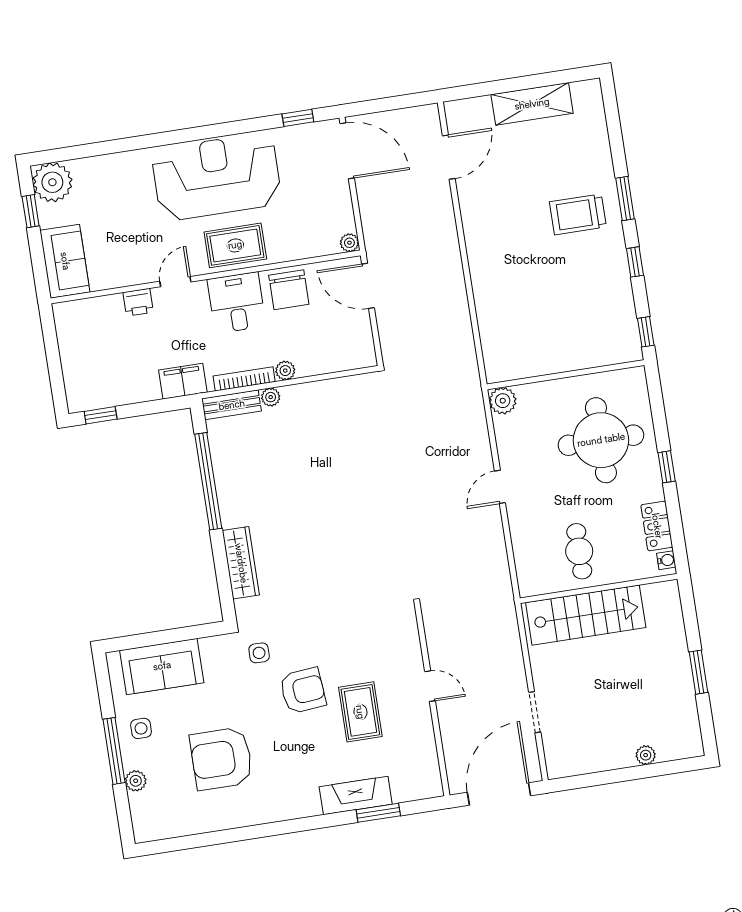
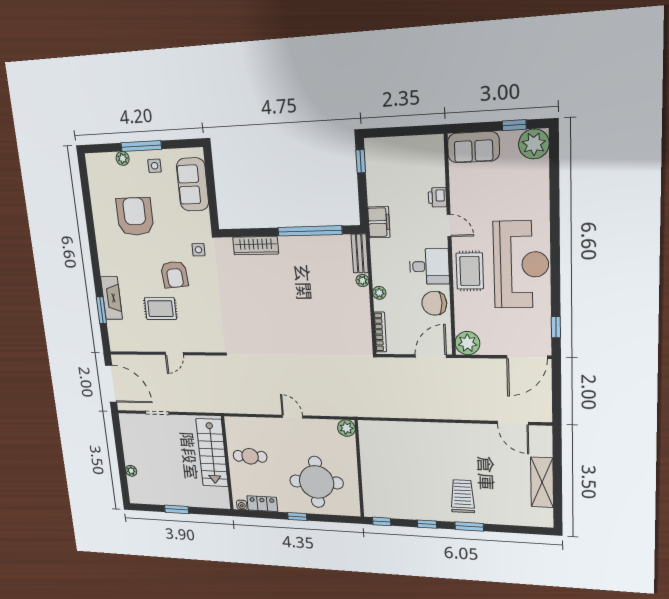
plant: (349, 243) -> (467, 343), width x1.88, depth x1.88
bookcase: (244, 379) -> (380, 332), moved

